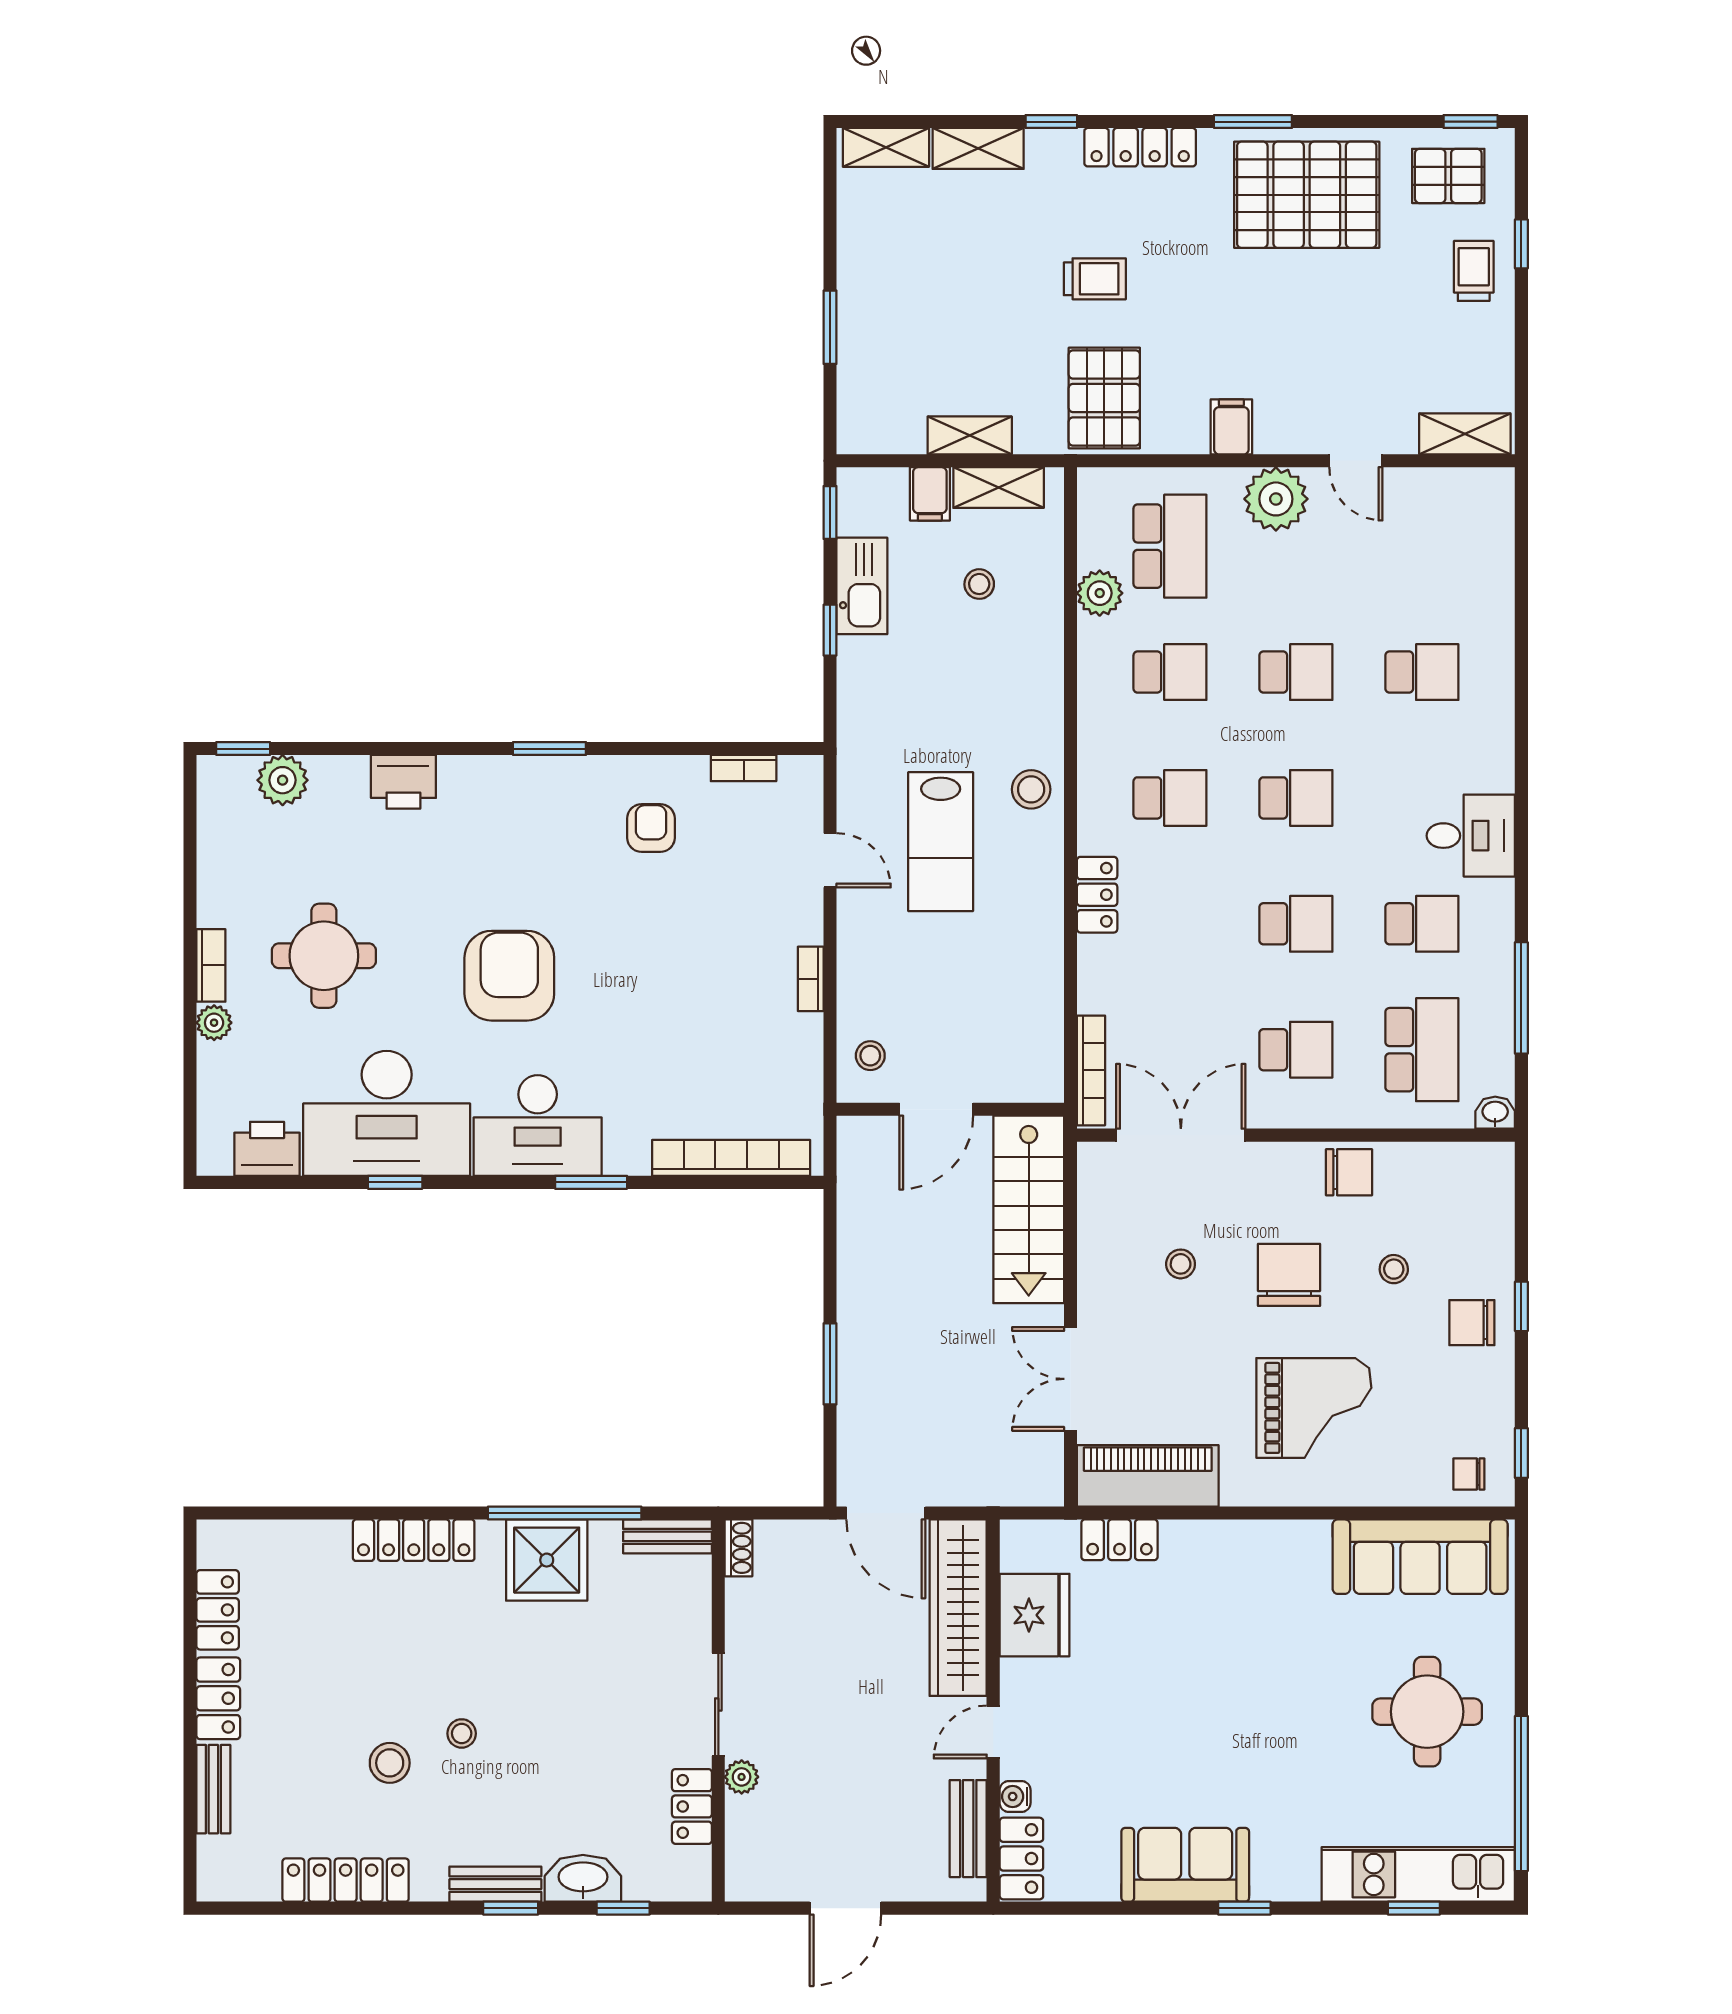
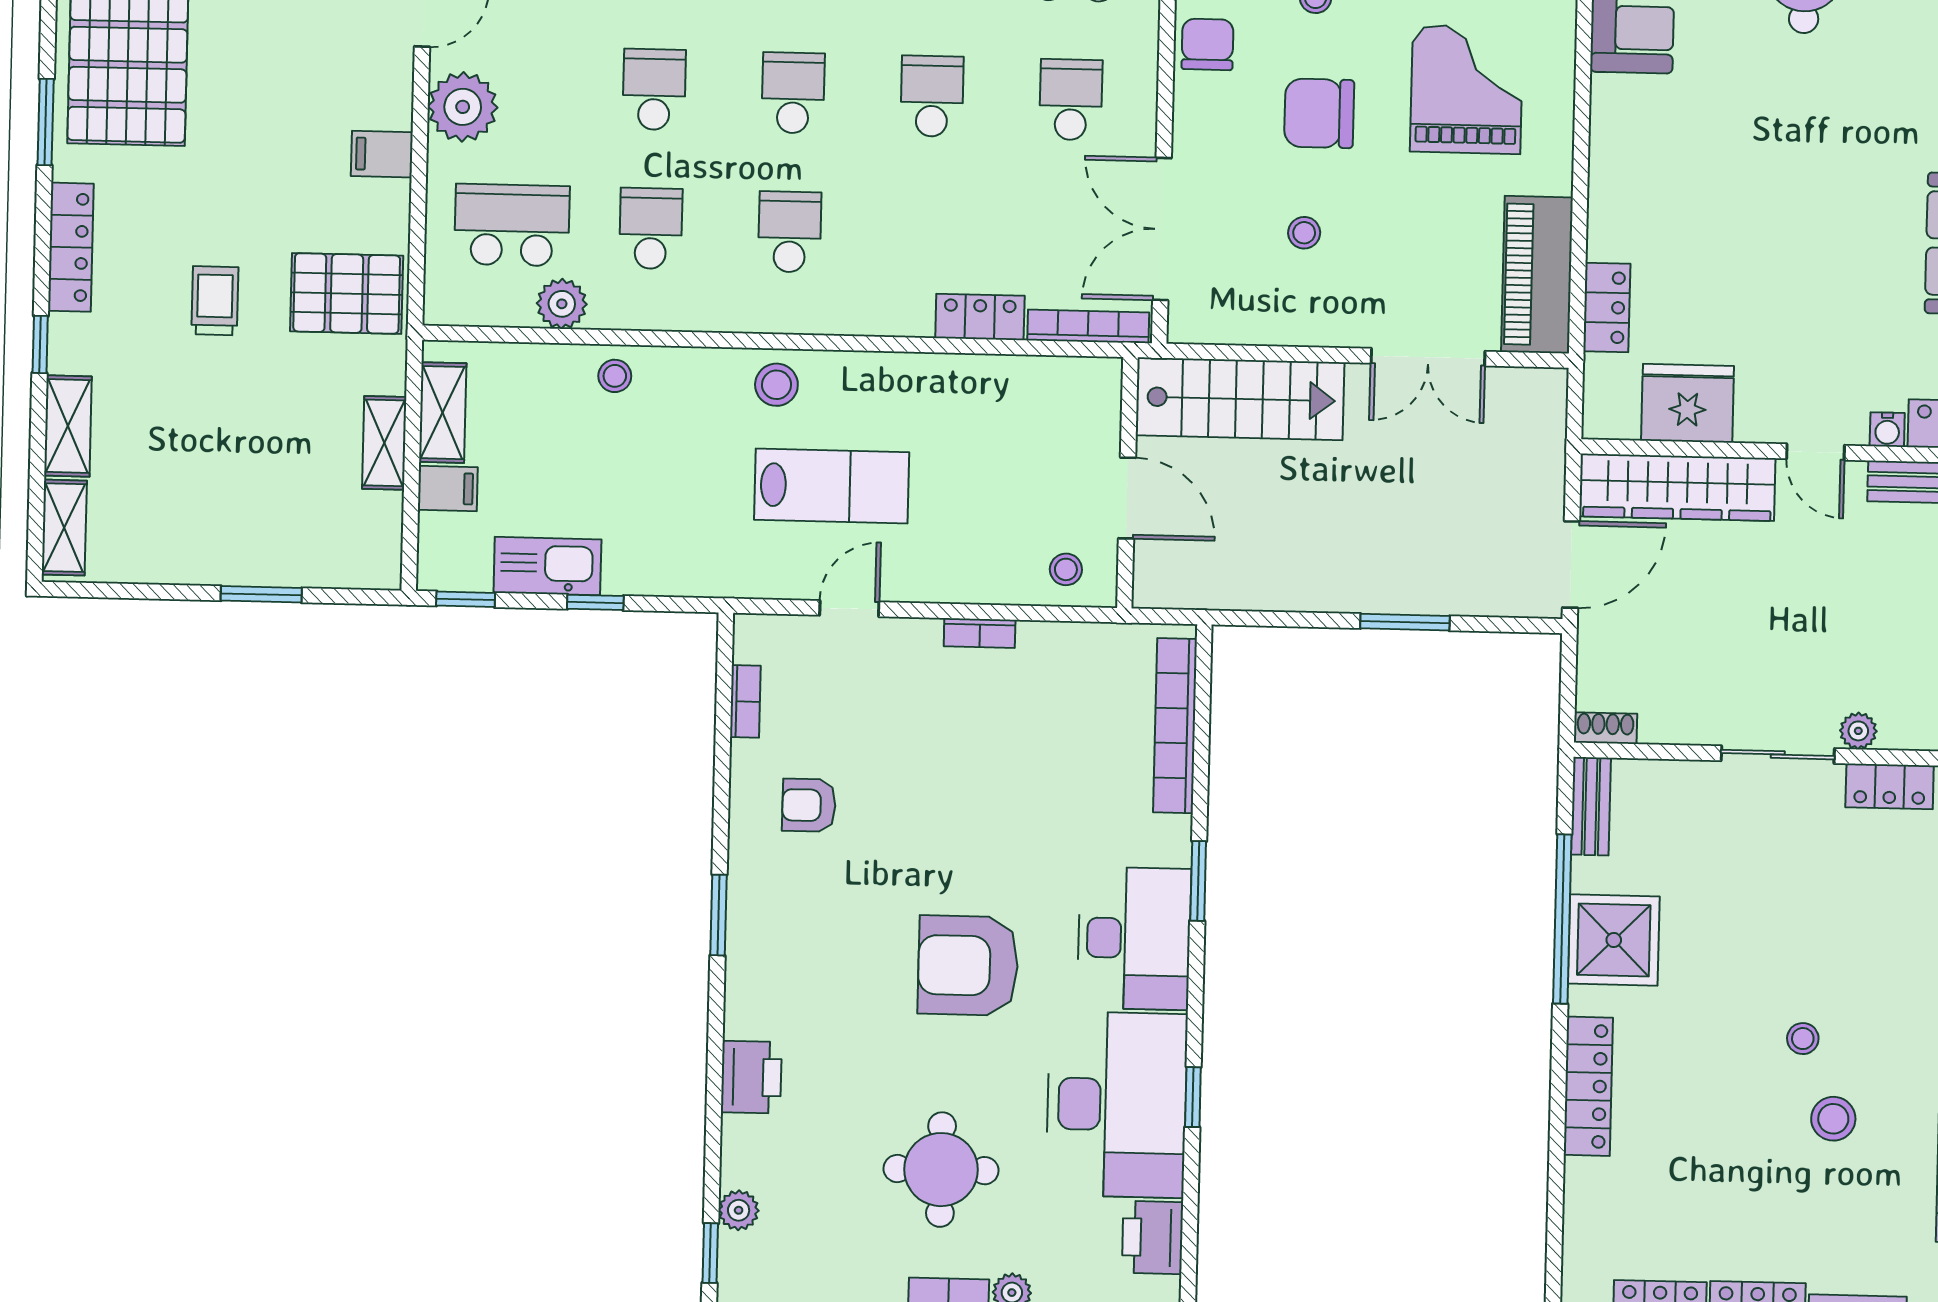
stool: (979, 584) -> (615, 376), moved
plant: (283, 780) -> (739, 1210), width x0.73, depth x0.73
locker: (1097, 895) -> (980, 317), moved

